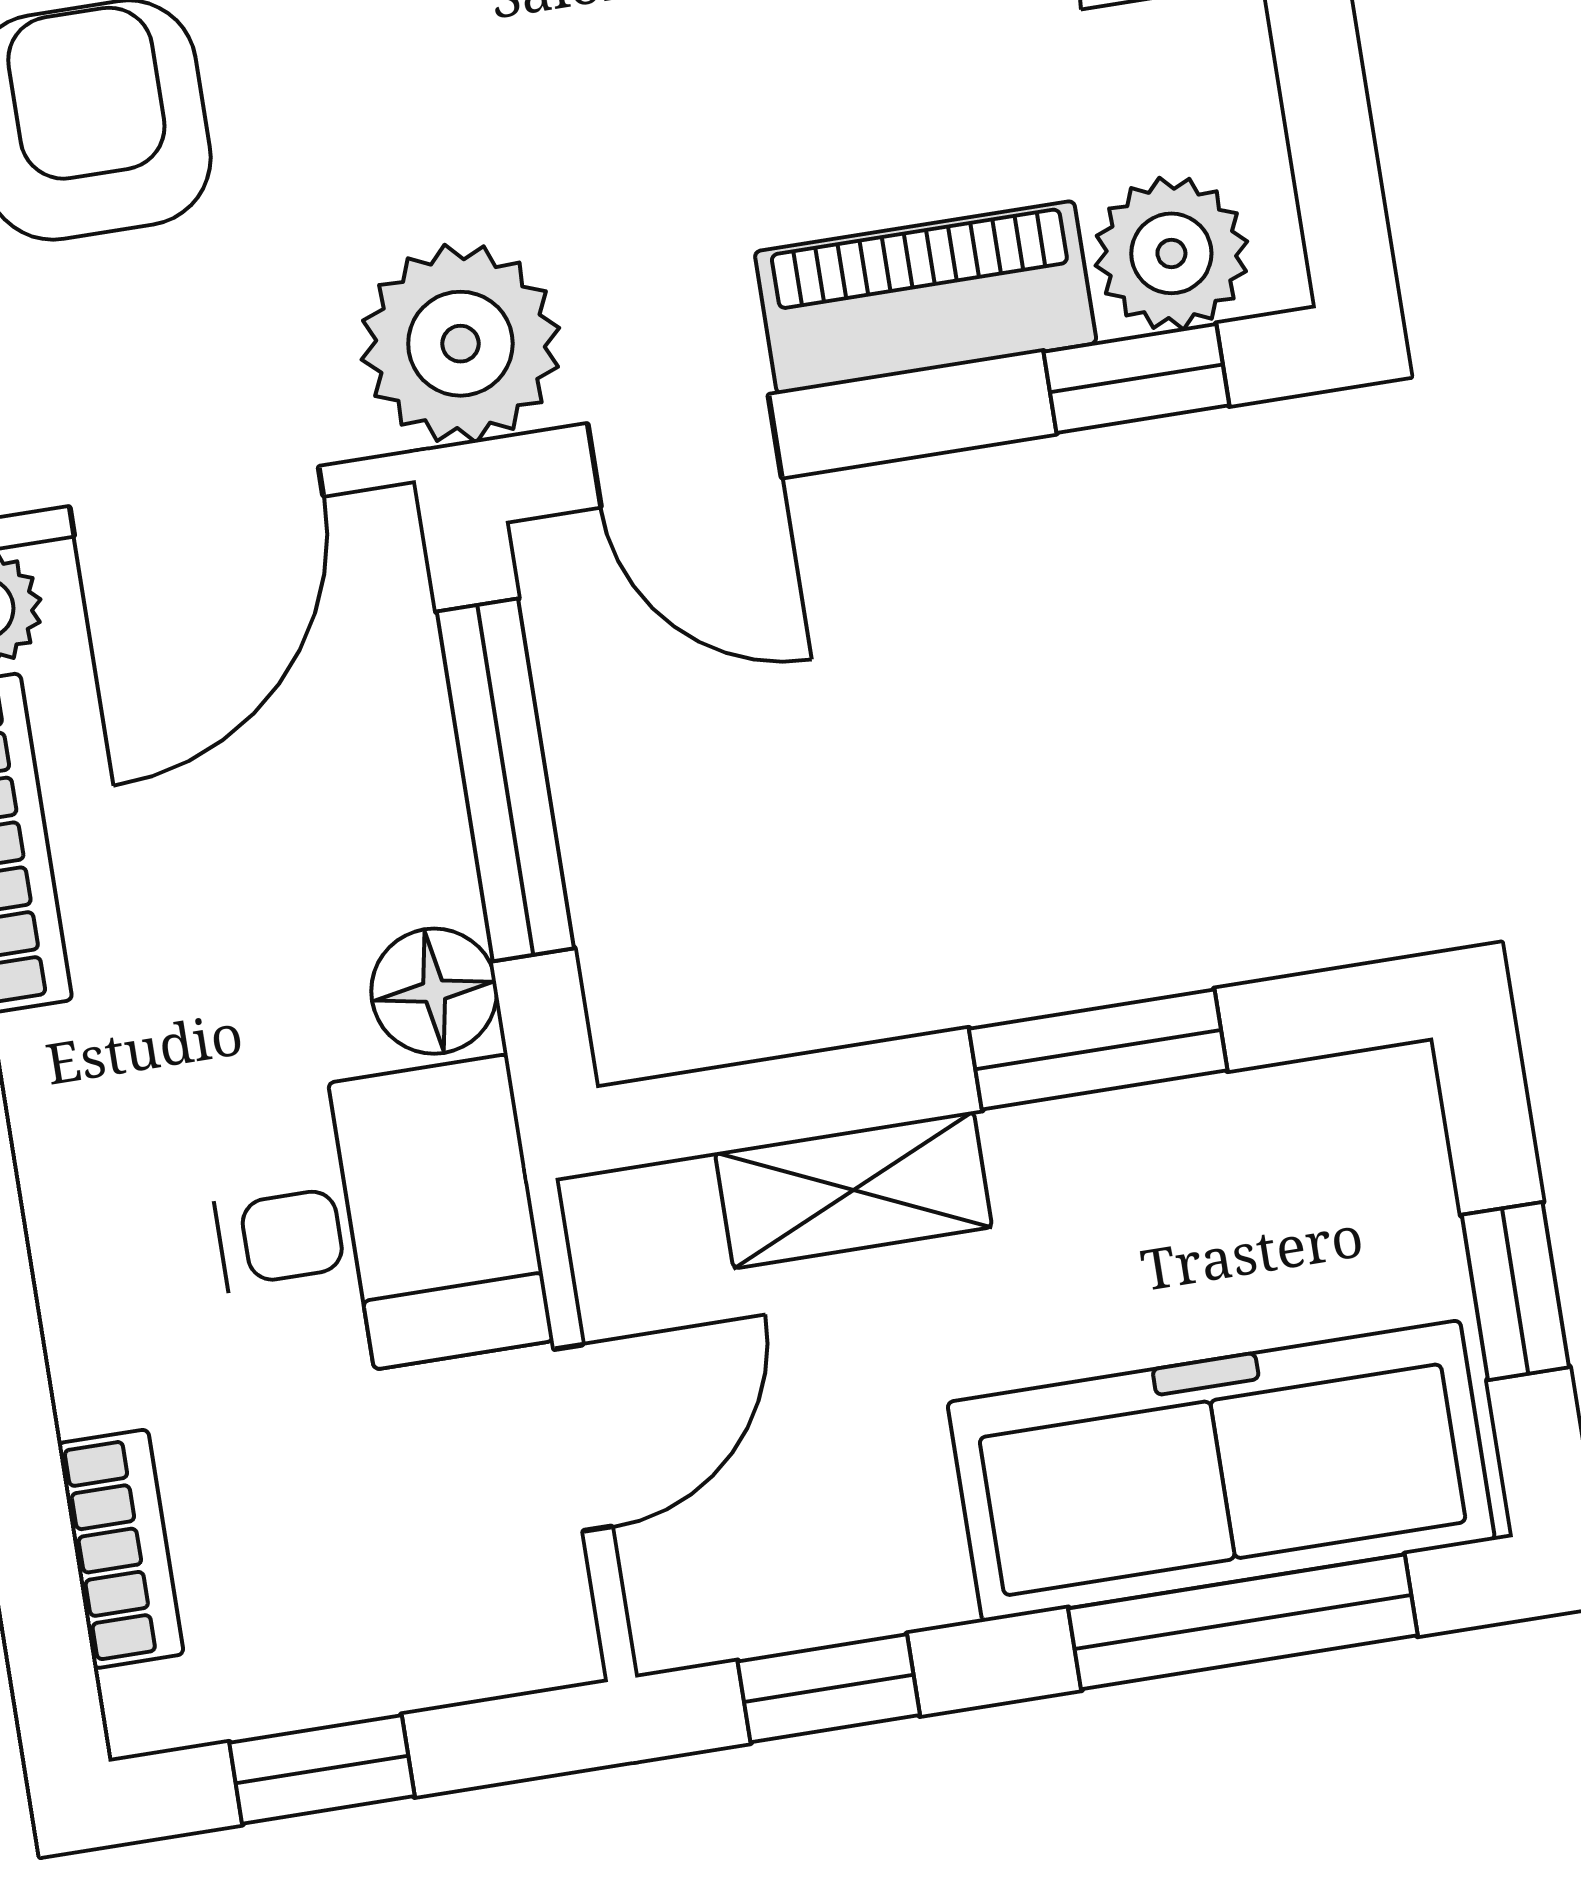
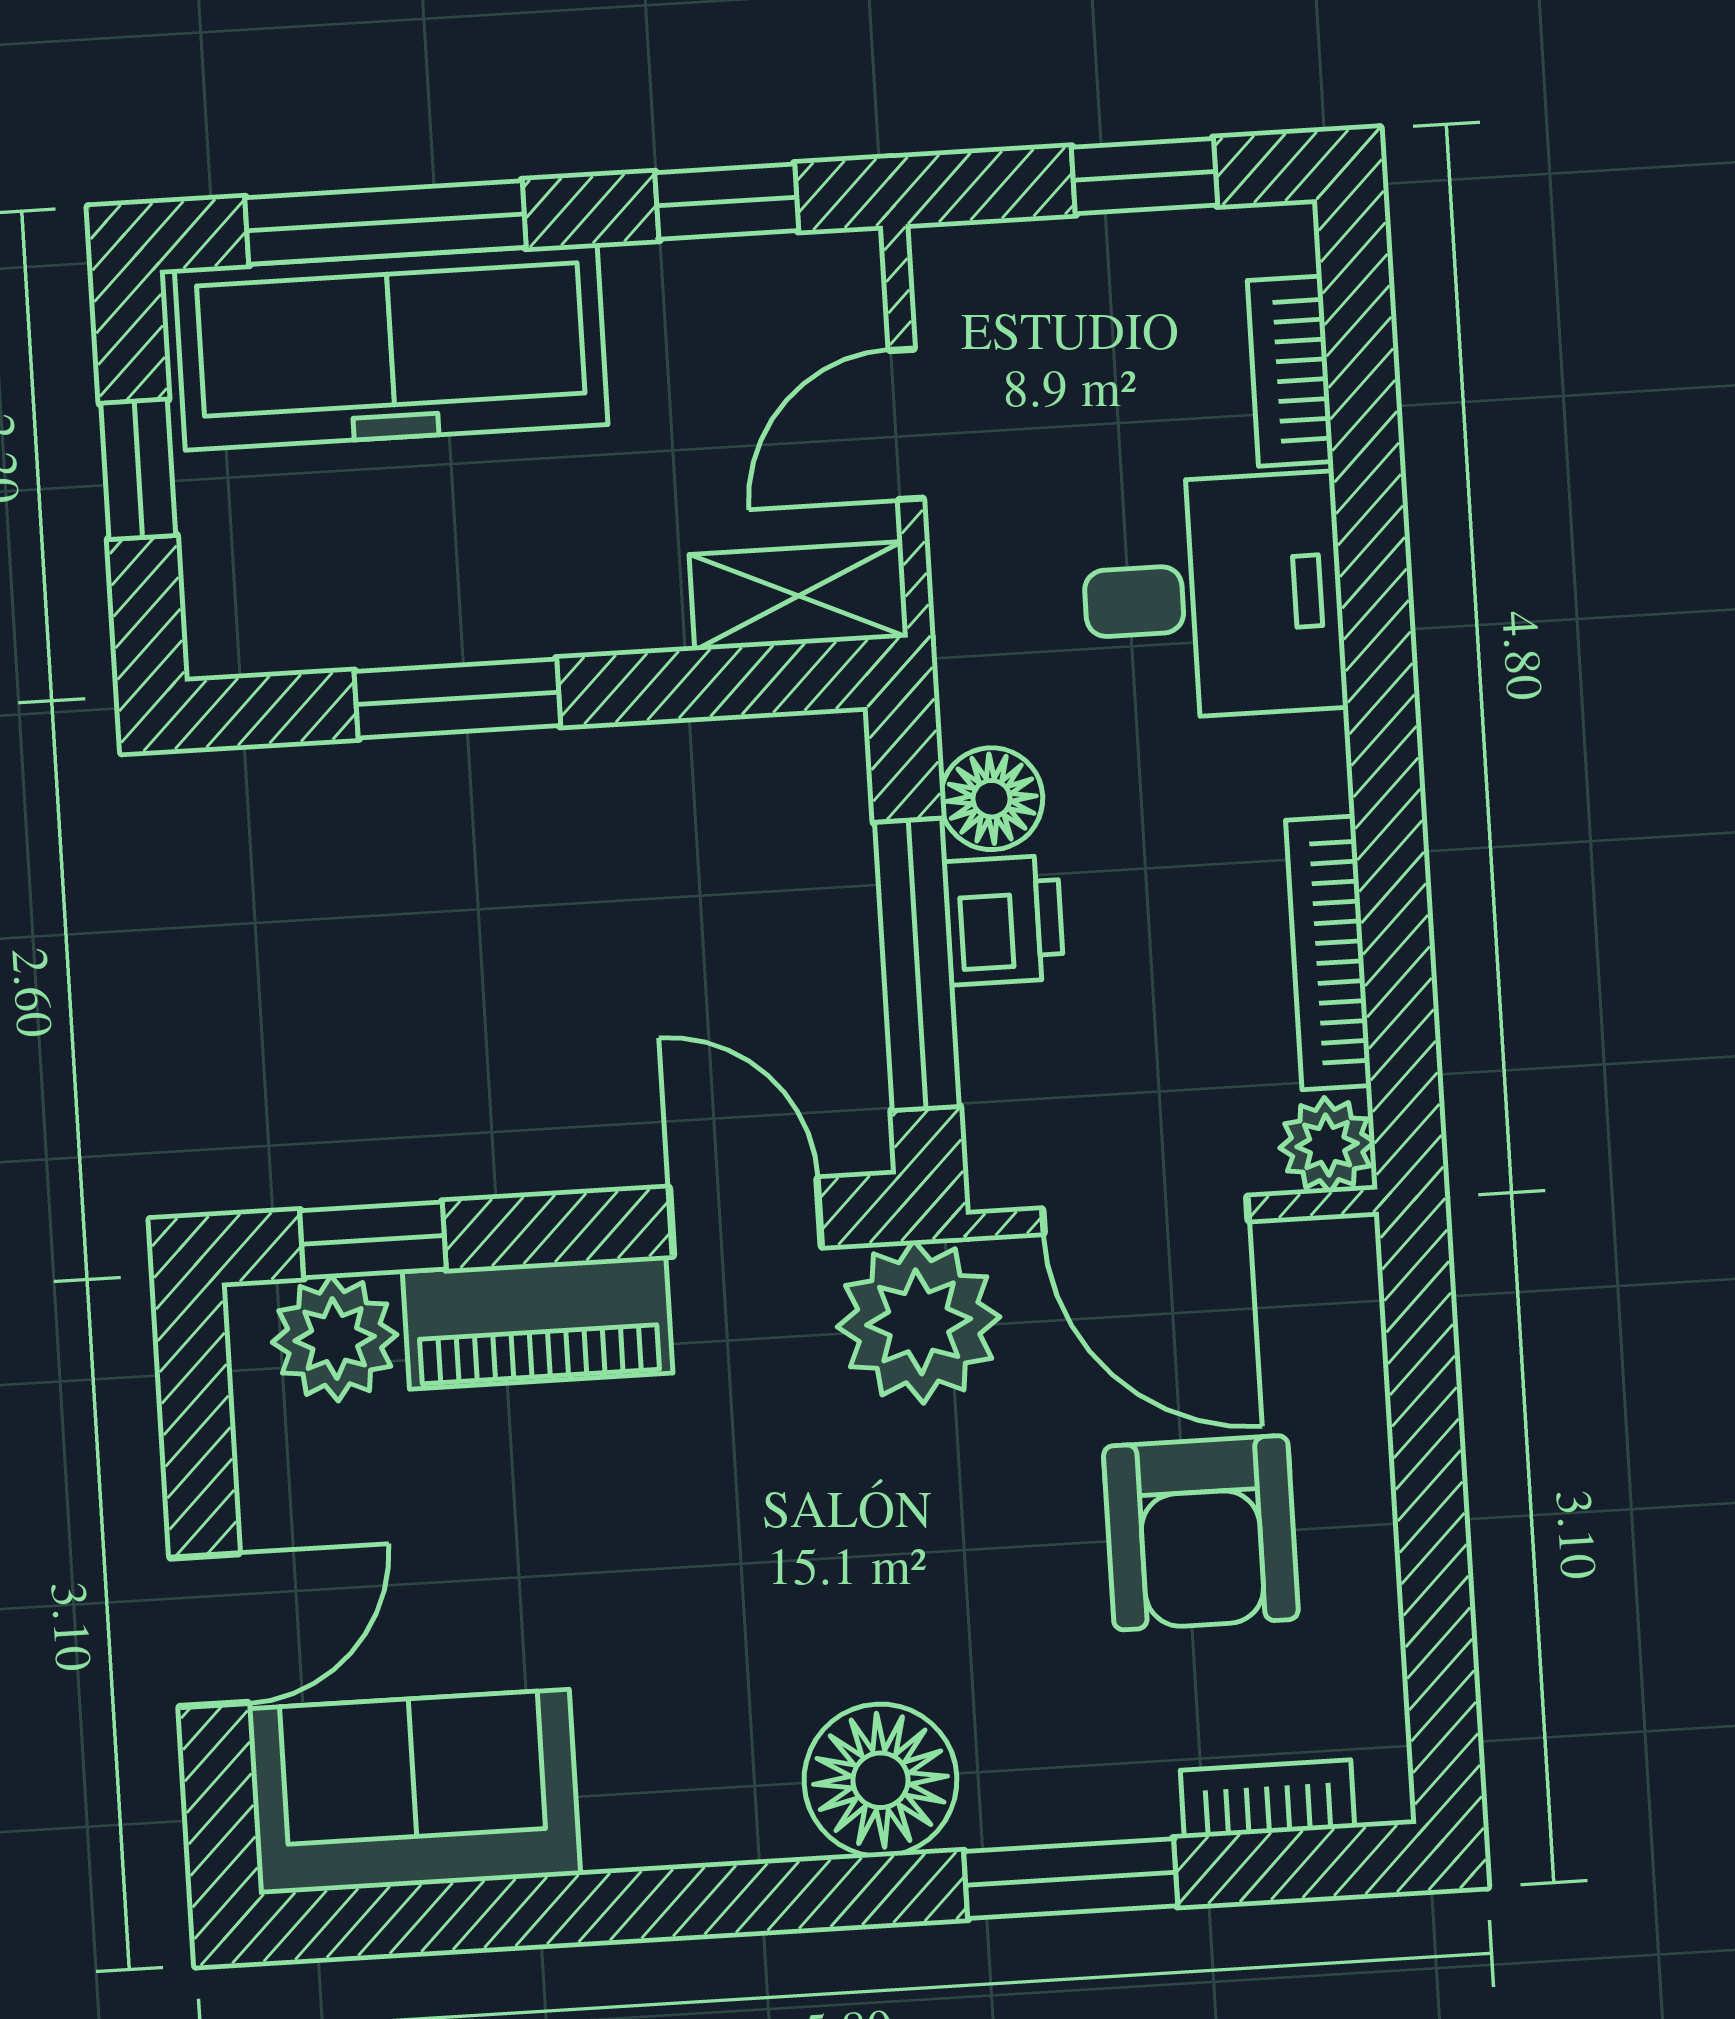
door: (196, 501) -> (1145, 1215), swing flipped
printer: (404, 844) -> (1004, 920), added
shelving: (853, 1190) -> (799, 596), moved
desk: (376, 1222) -> (1213, 597), moved, turned 180

